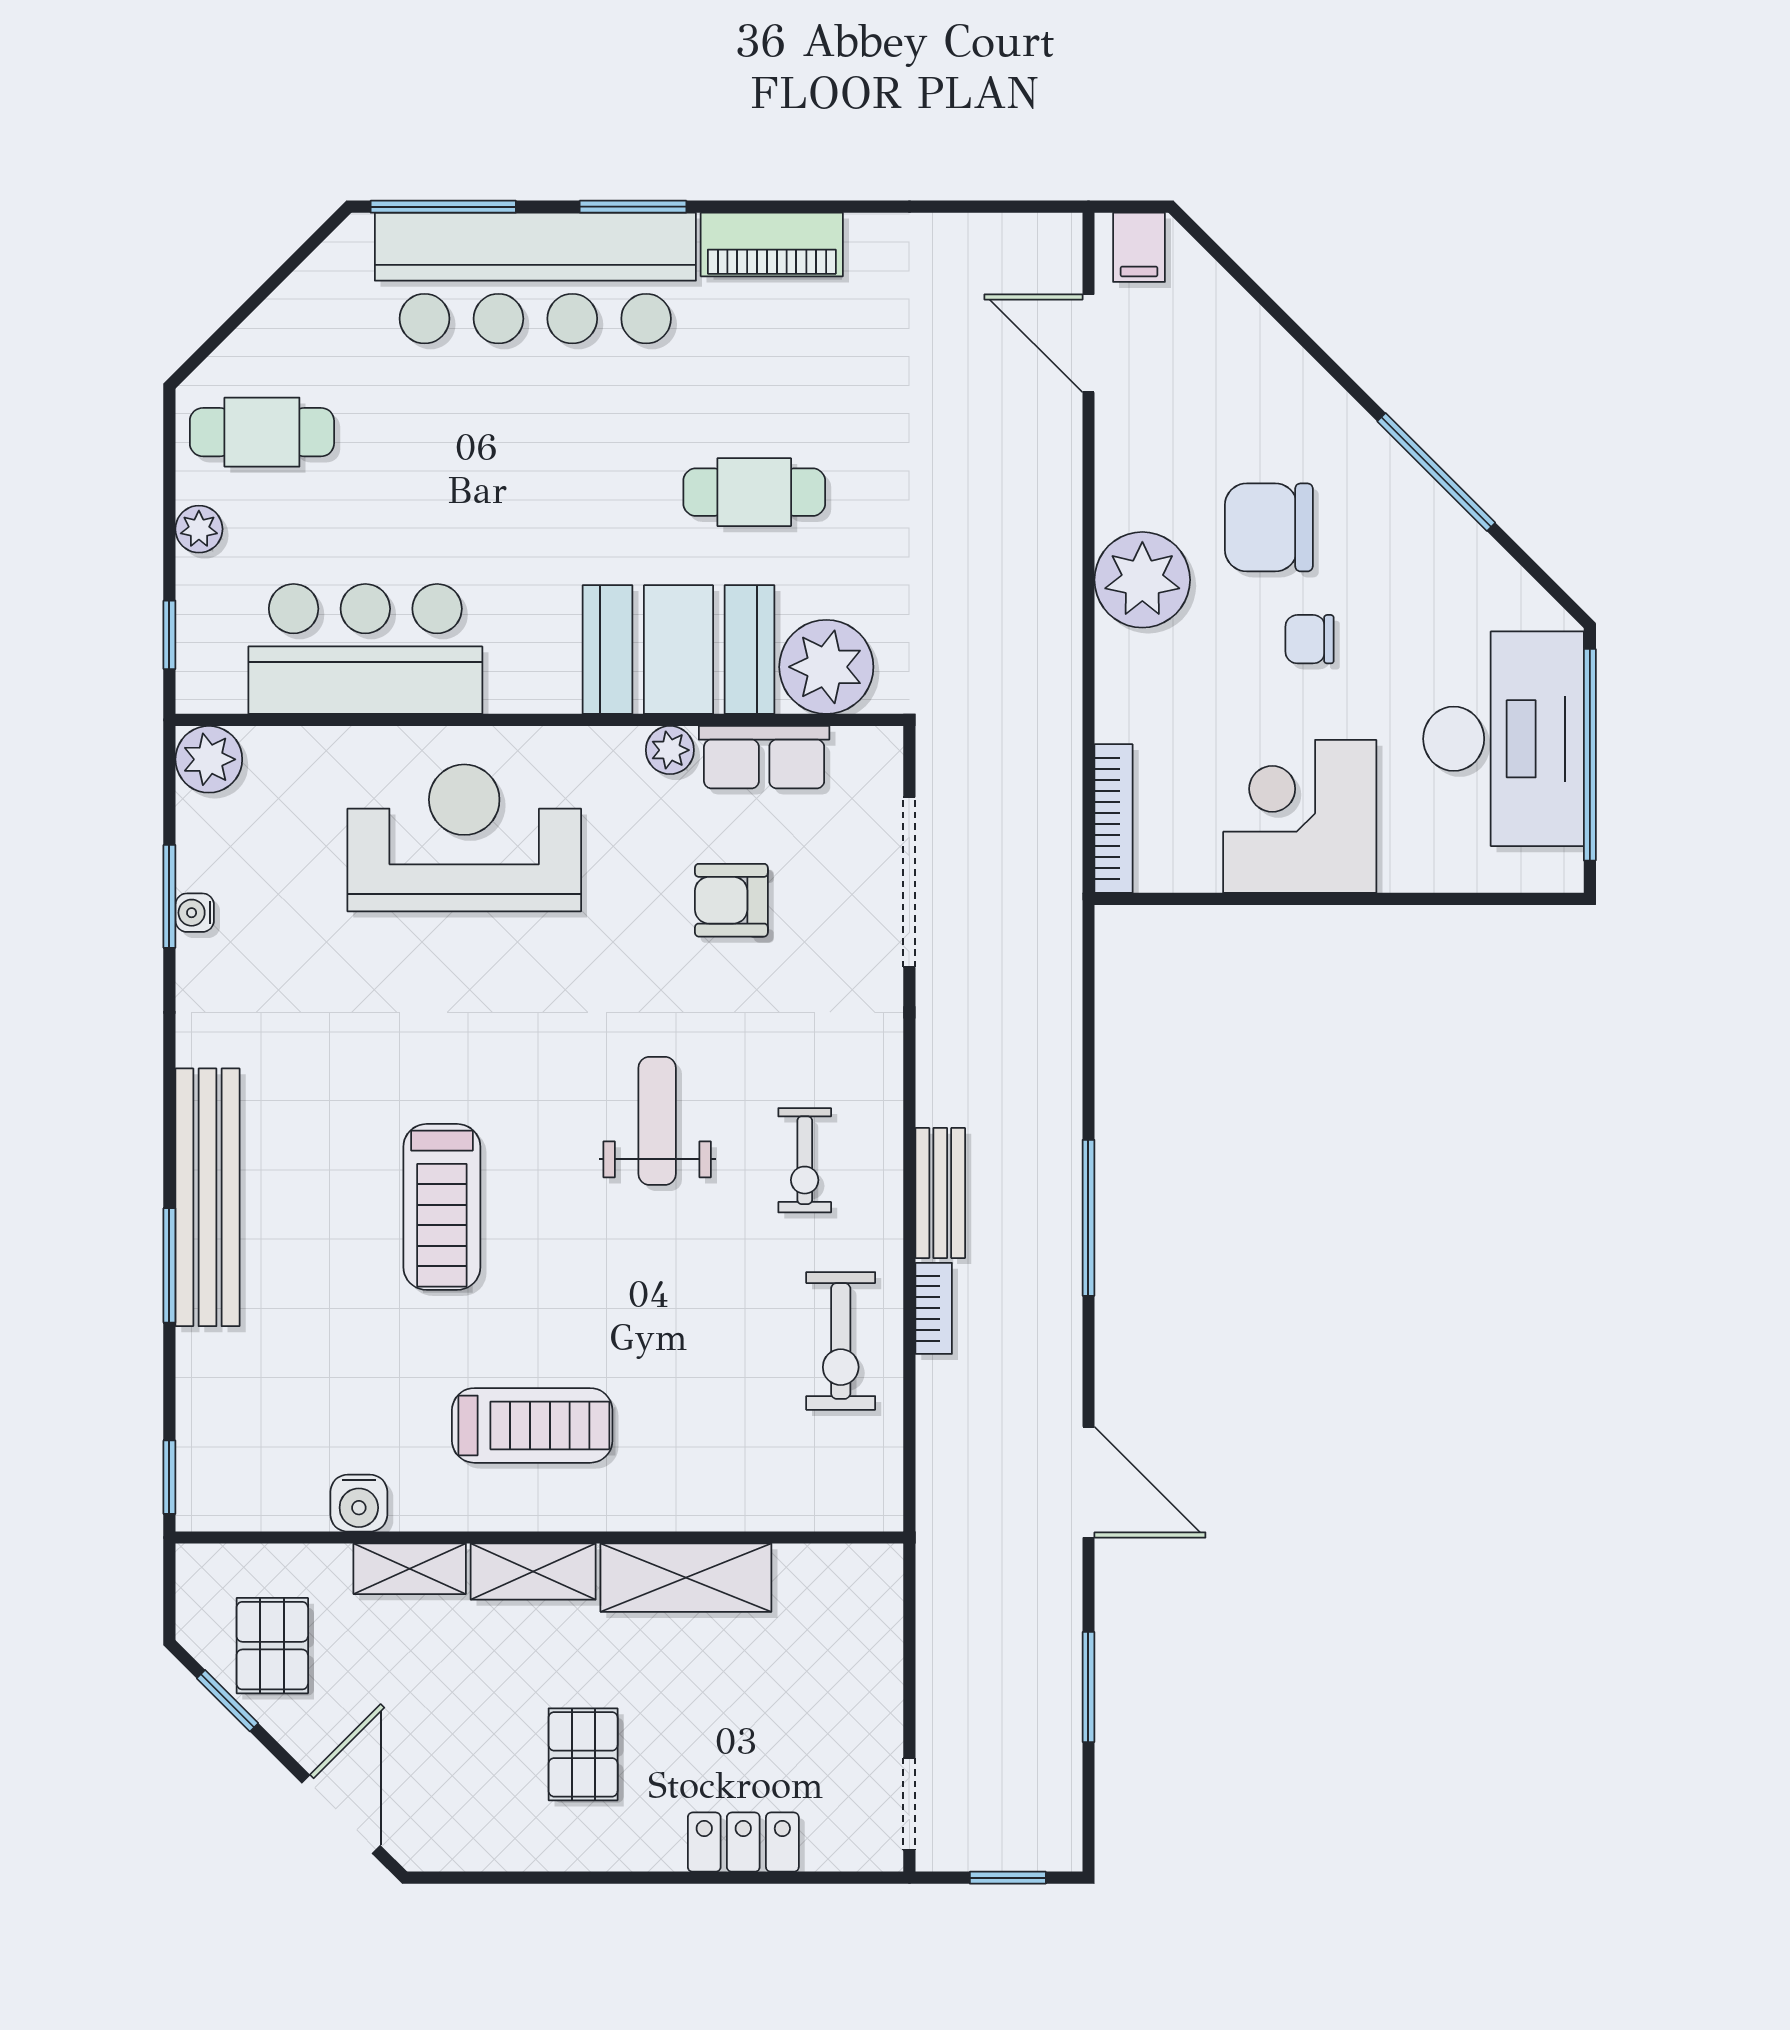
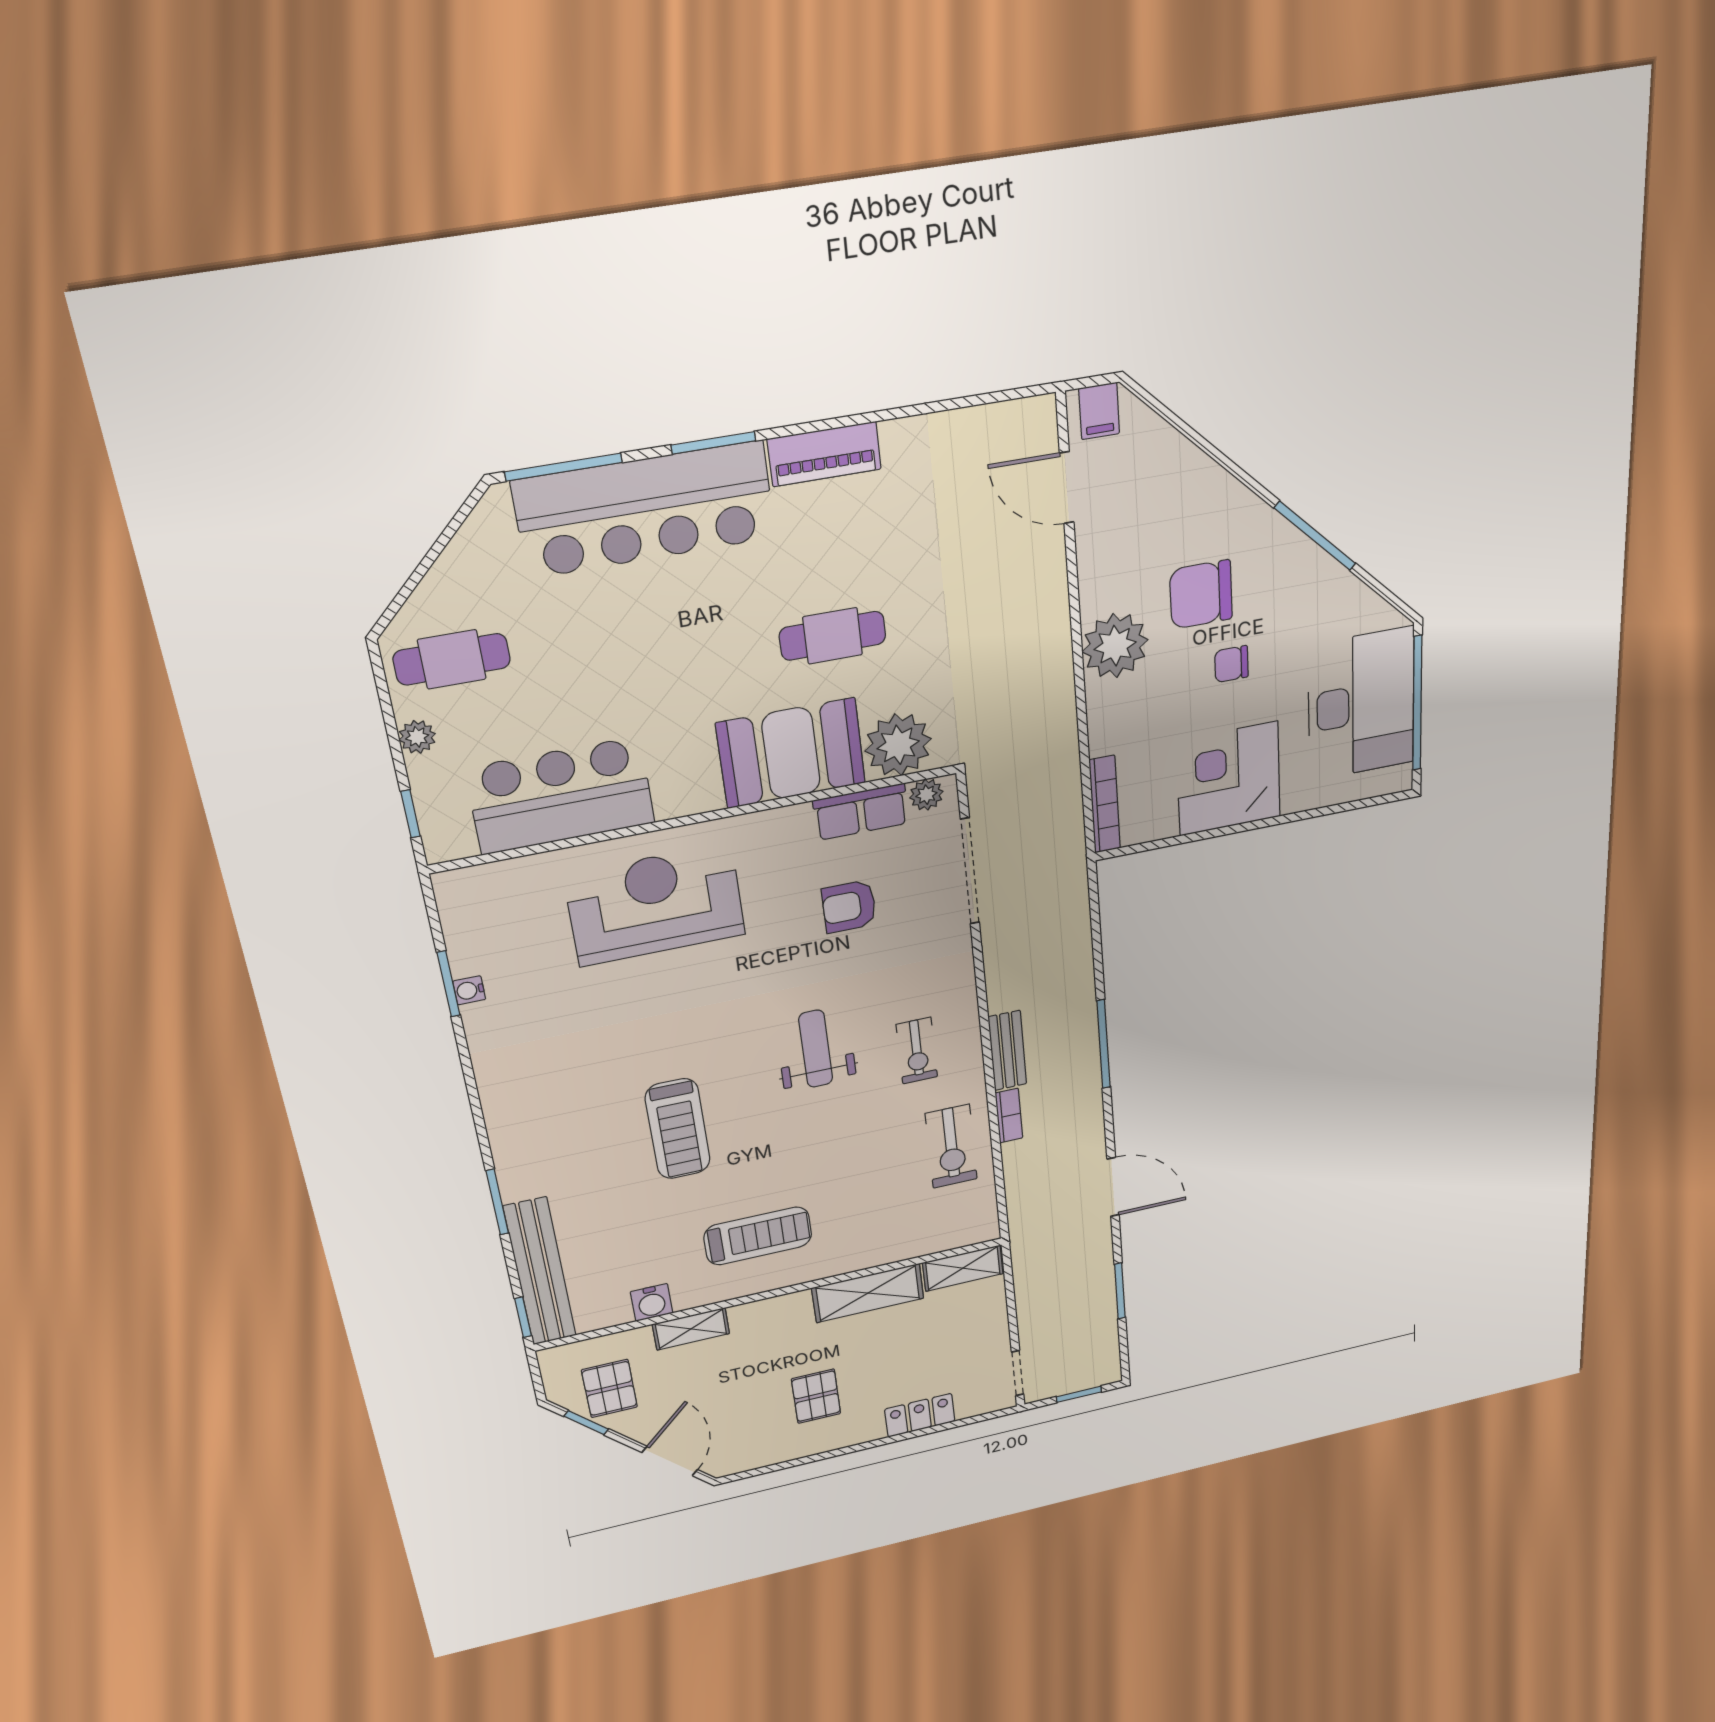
plant: (670, 750) -> (926, 795), moved
plant: (209, 759) -> (458, 891), removed
bench: (207, 1197) -> (540, 1272), moved
shelving: (533, 1572) -> (963, 1268), moved

